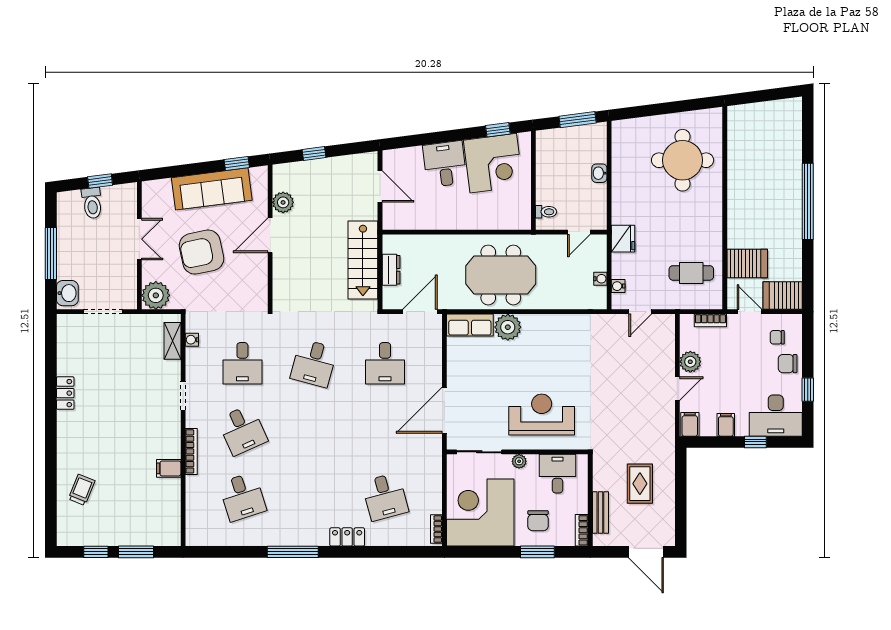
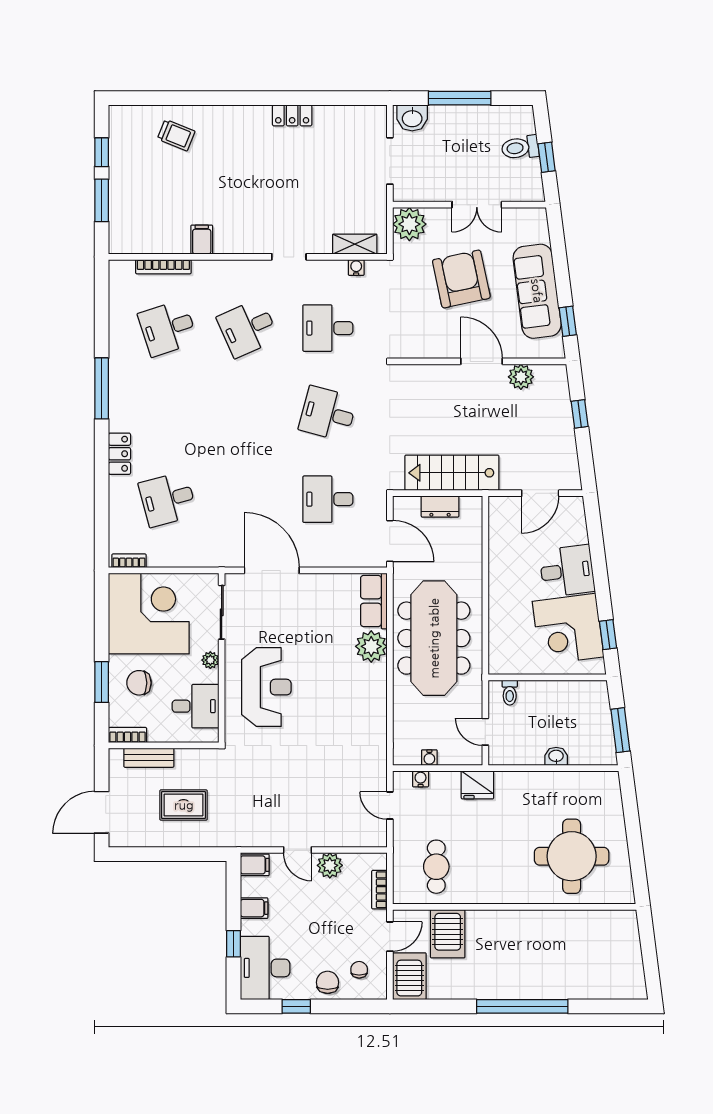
meeting table: (501, 275) -> (434, 638), width x1.36
bookcase: (191, 451) -> (163, 267), moved

